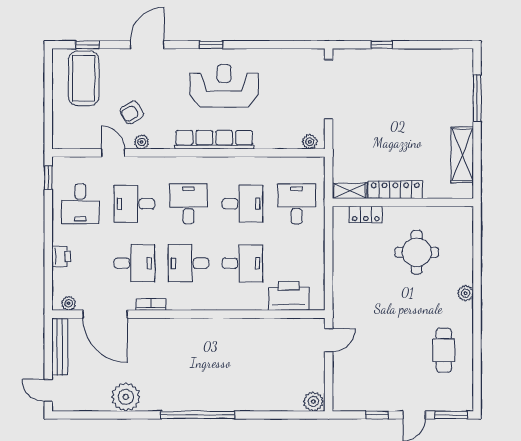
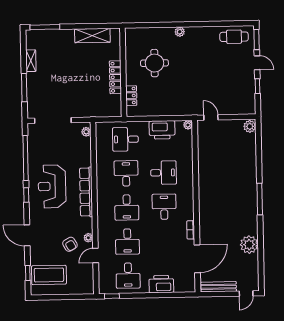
window: (270, 45) -> (26, 158), added
window: (382, 45) -> (24, 88), width x2.17
window: (477, 98) -> (45, 27), moved
shelving: (350, 191) -> (31, 61), moved
desk: (80, 204) -> (128, 276), turned 90
desk: (188, 204) -> (127, 207), turned -90
printer: (61, 256) -> (161, 284), width x1.87, depth x1.48
desk: (134, 263) -> (165, 241), removed
desk: (188, 263) -> (164, 207), turned 180
desk: (243, 263) -> (163, 173), turned 90
printer: (289, 296) -> (162, 130), moved, turned -90
plant: (69, 303) -> (188, 125), moved
cafe table: (444, 350) -> (234, 37), moved
window: (198, 415) -> (260, 199), width x0.68

